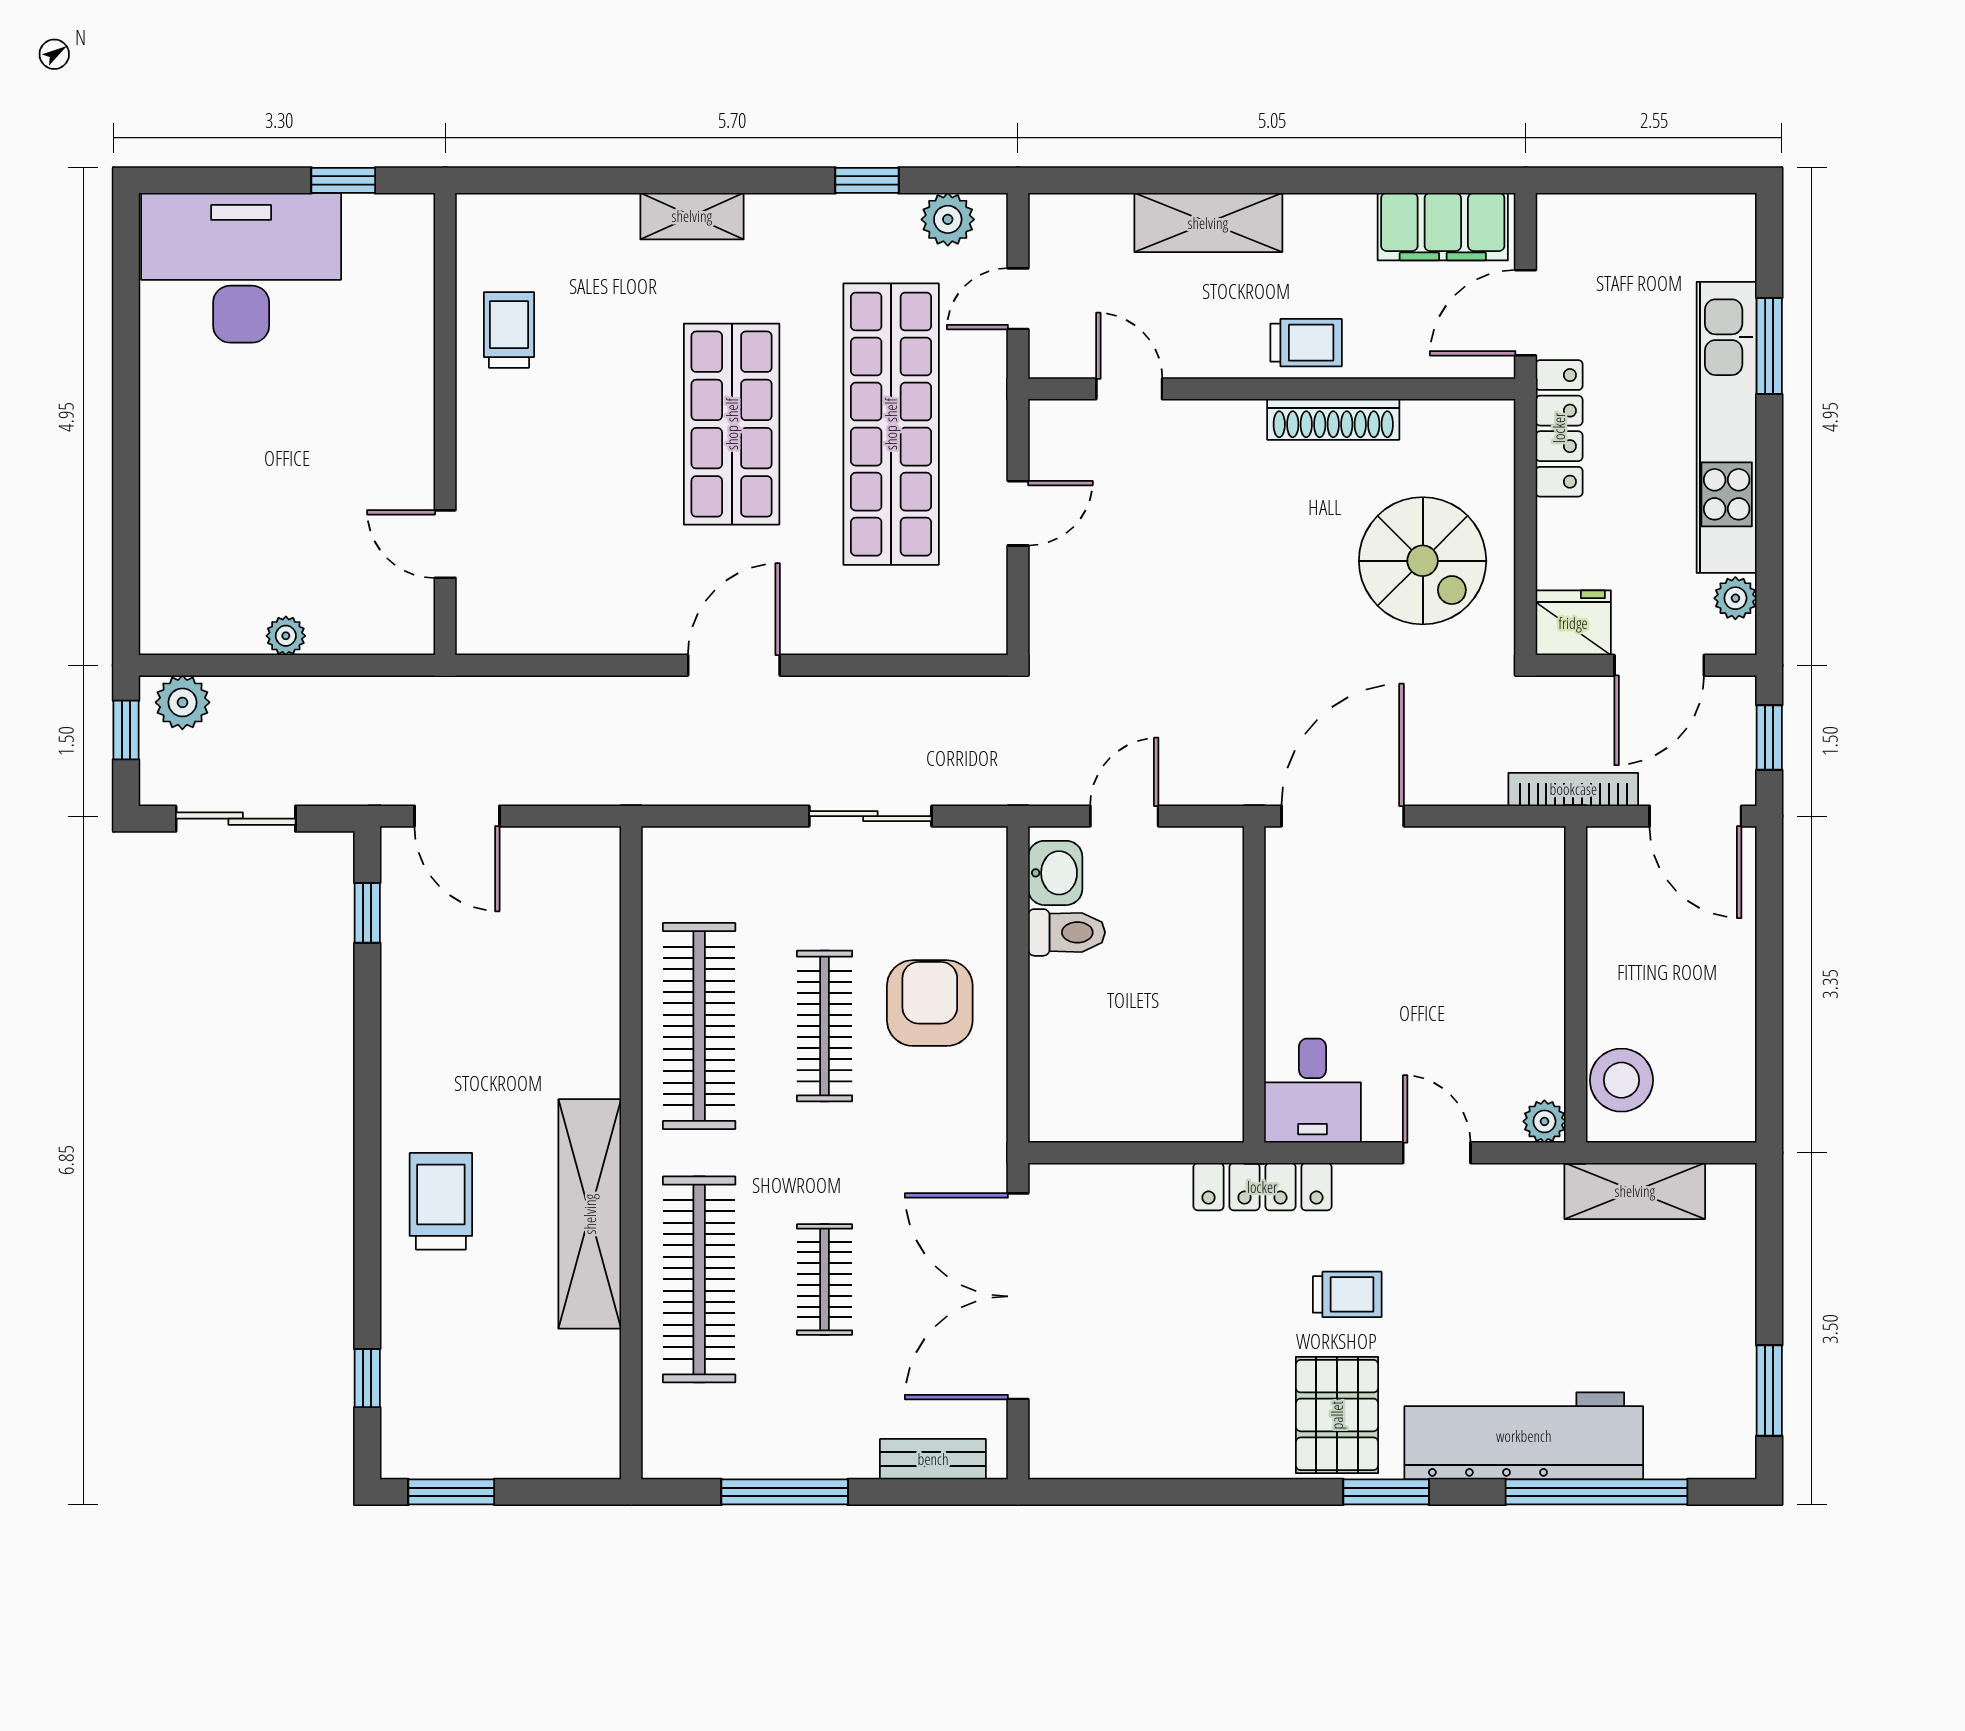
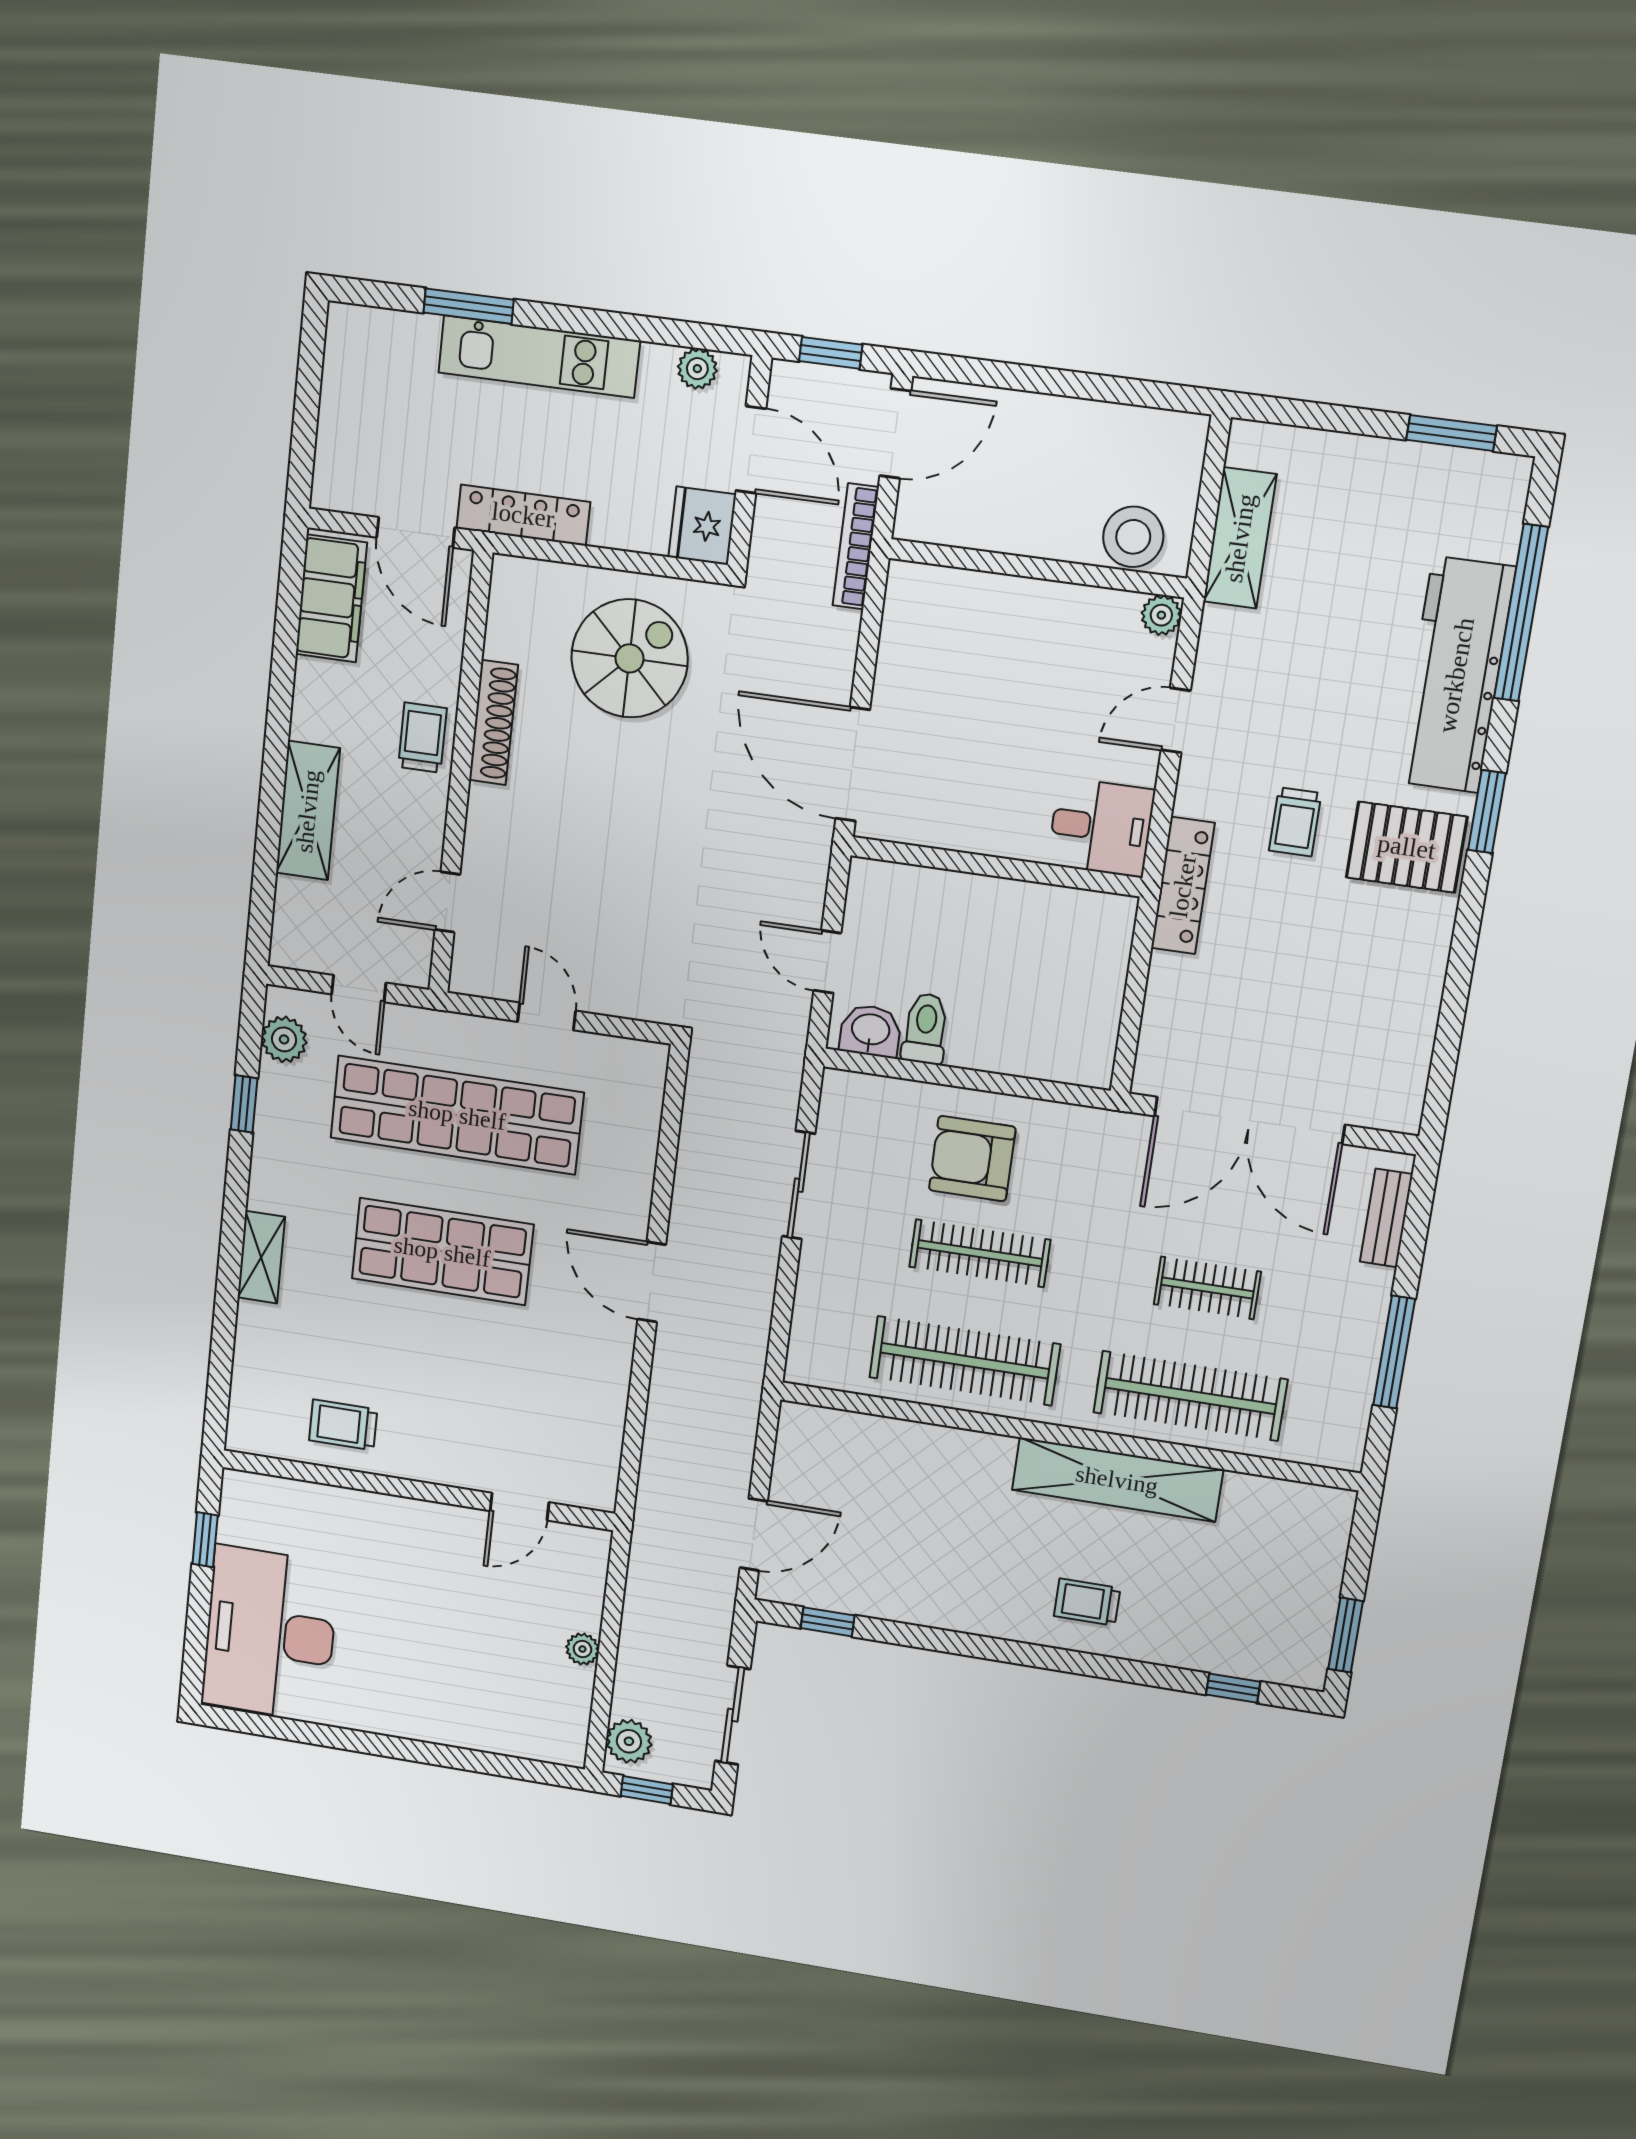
kitchen unit: (1727, 427) -> (539, 357), width x0.73
trolley: (441, 1201) -> (1087, 1602), width x0.73, depth x0.72
trolley: (1347, 1294) -> (1295, 822), turned 180

